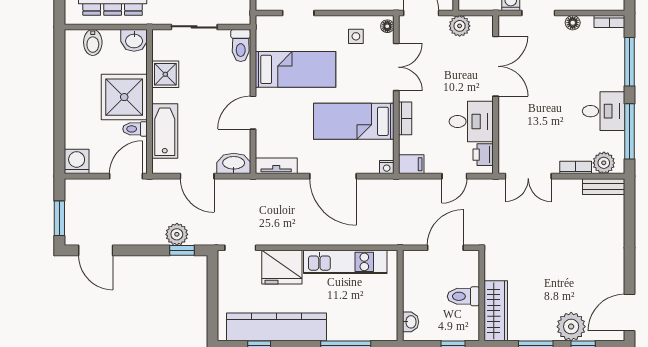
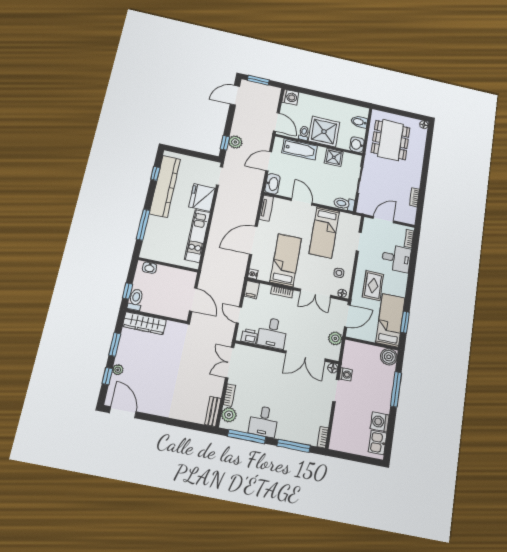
floor lamp: (573, 23) -> (333, 368), moved
toilet: (463, 296) -> (136, 300), moved
plant: (571, 327) -> (118, 370), width x0.53, depth x0.53

